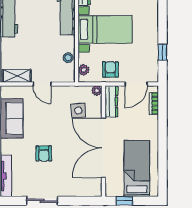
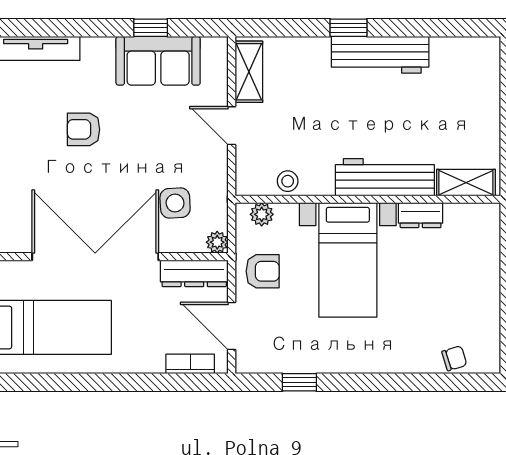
door: (42, 84) -> (232, 126), hinge flipped

